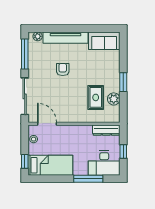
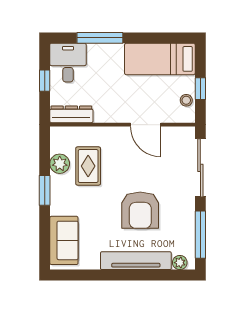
sofa: (104, 41) -> (64, 240), moved, turned 90
armchair: (63, 69) -> (140, 210), width x1.88, depth x1.88
door: (47, 124) -> (146, 125), moved
window: (25, 161) -> (200, 89), moved
desk: (104, 163) -> (68, 63), width x0.73

